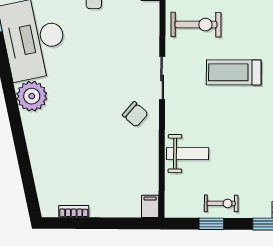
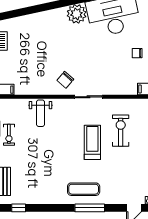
exercise bike: (196, 25) -> (121, 131), moved, turned 180

